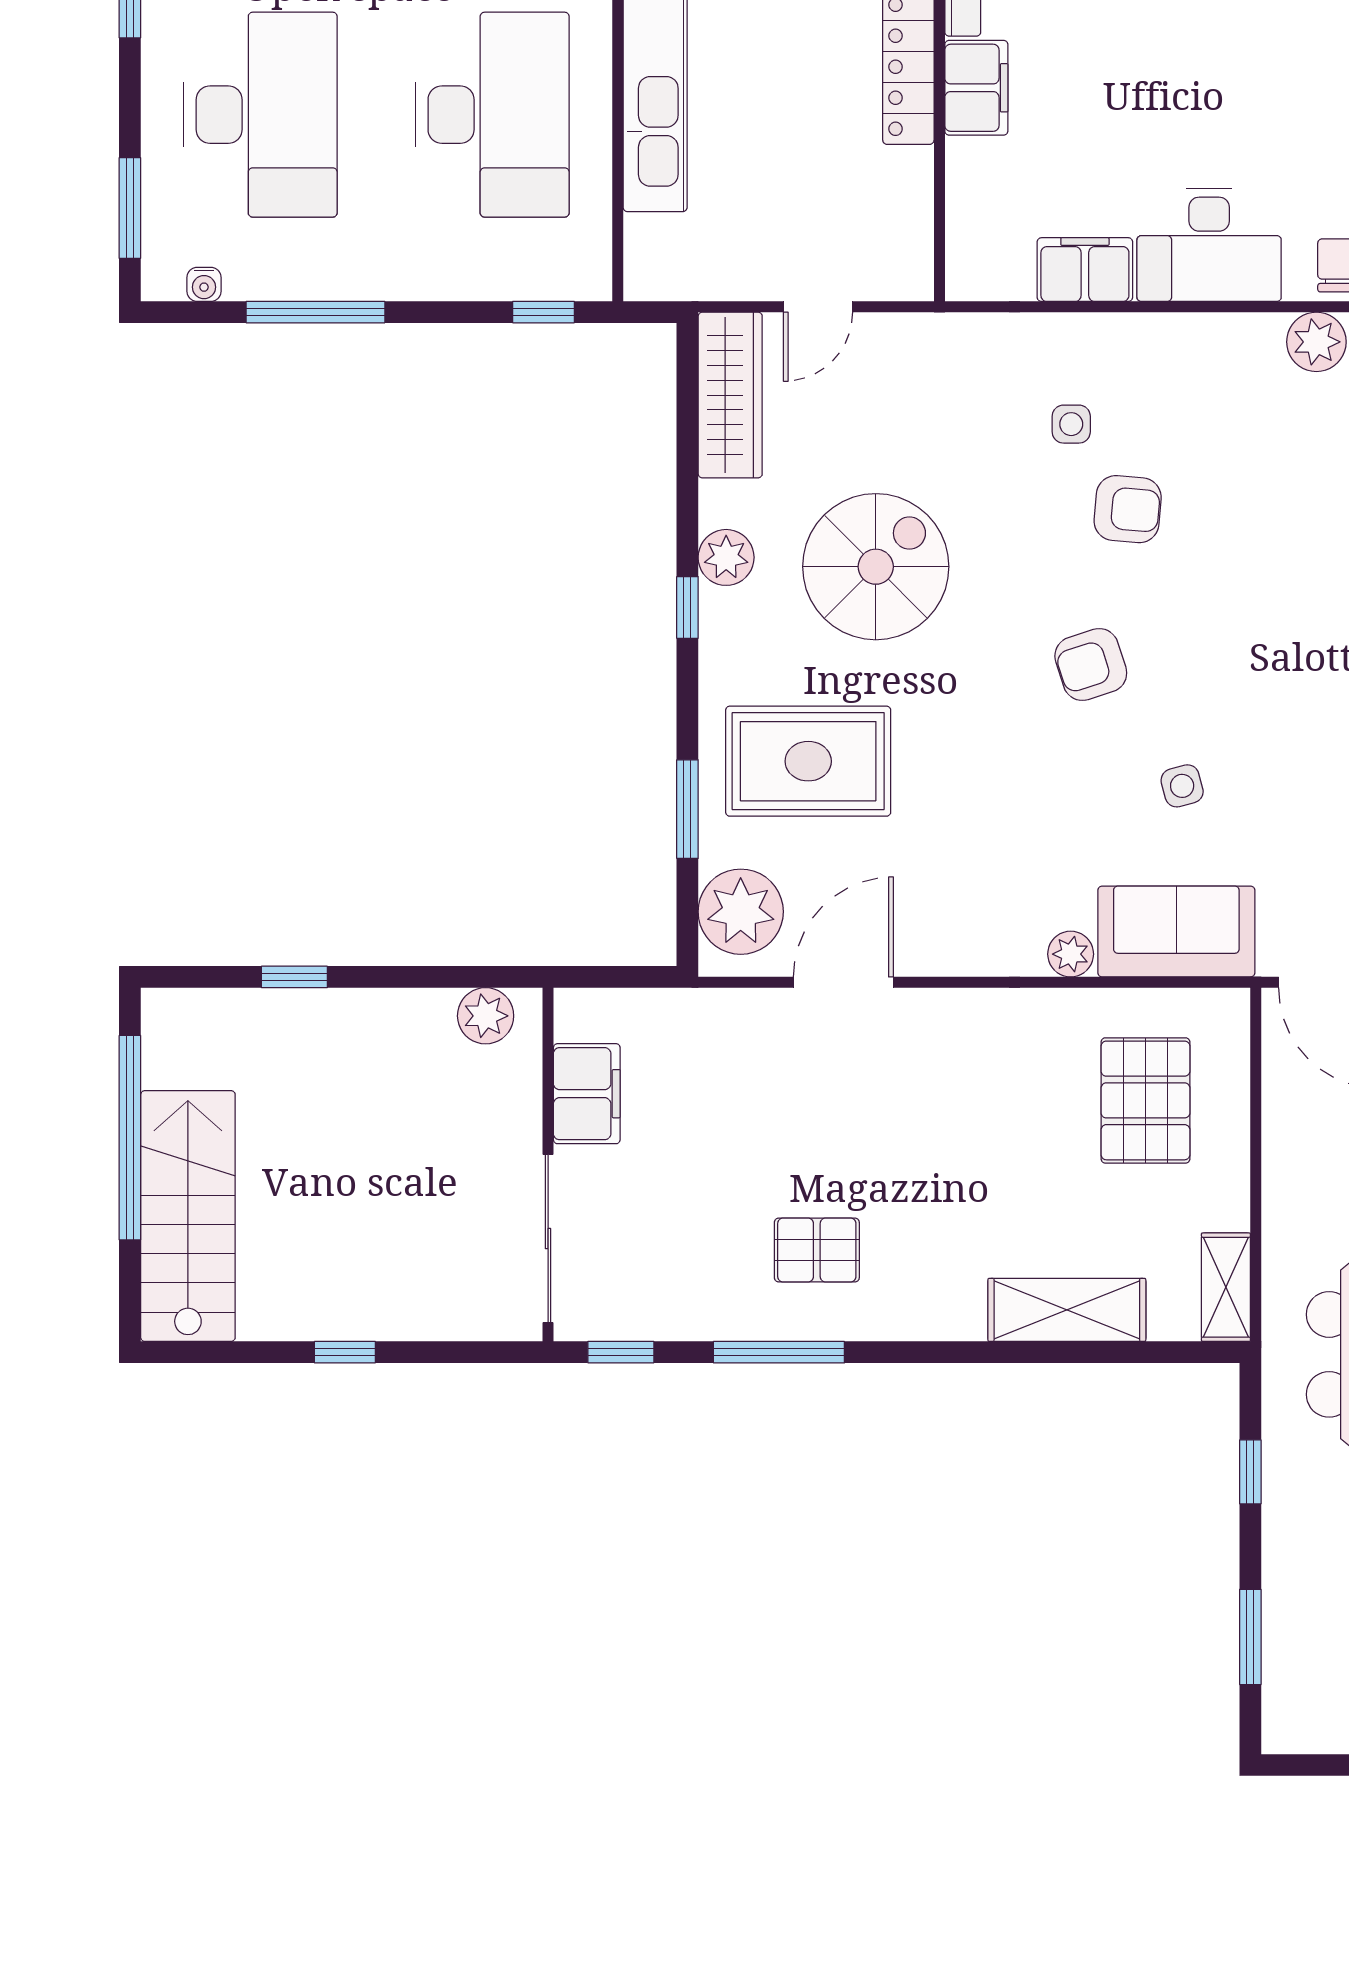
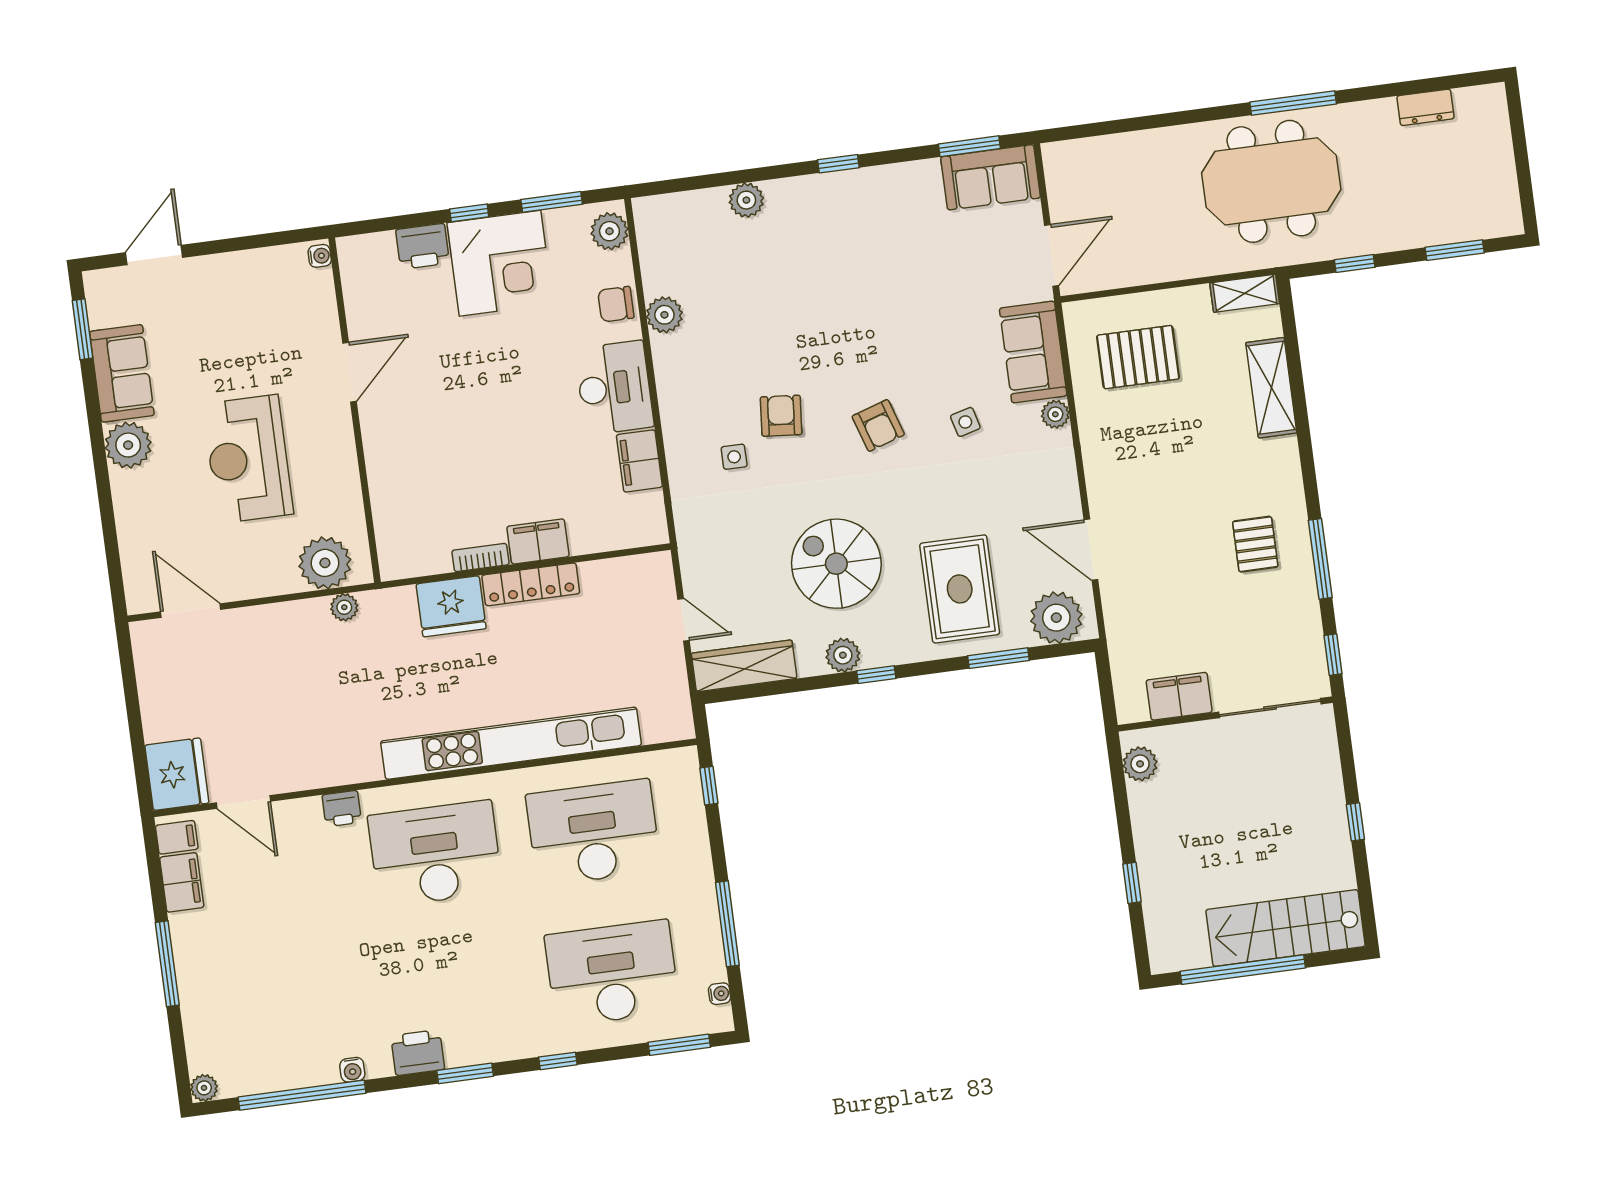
side table: (1182, 786) -> (965, 422), moved

